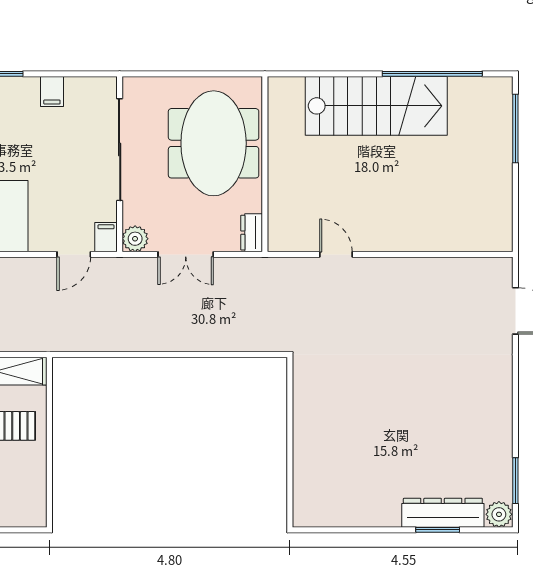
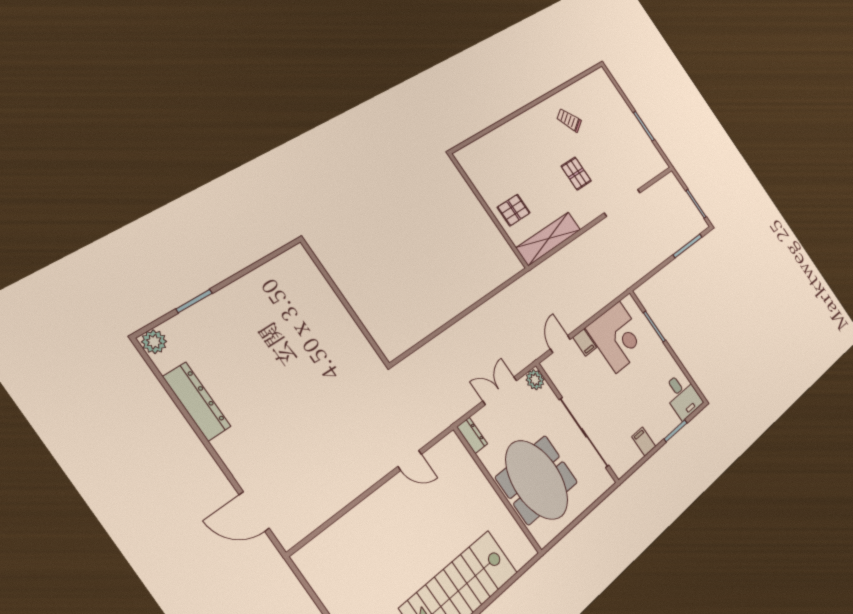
filing cabinet: (106, 237) -> (585, 342), moved
window: (515, 481) -> (160, 377), removed
dresser: (443, 513) -> (197, 402), moved, turned -90

